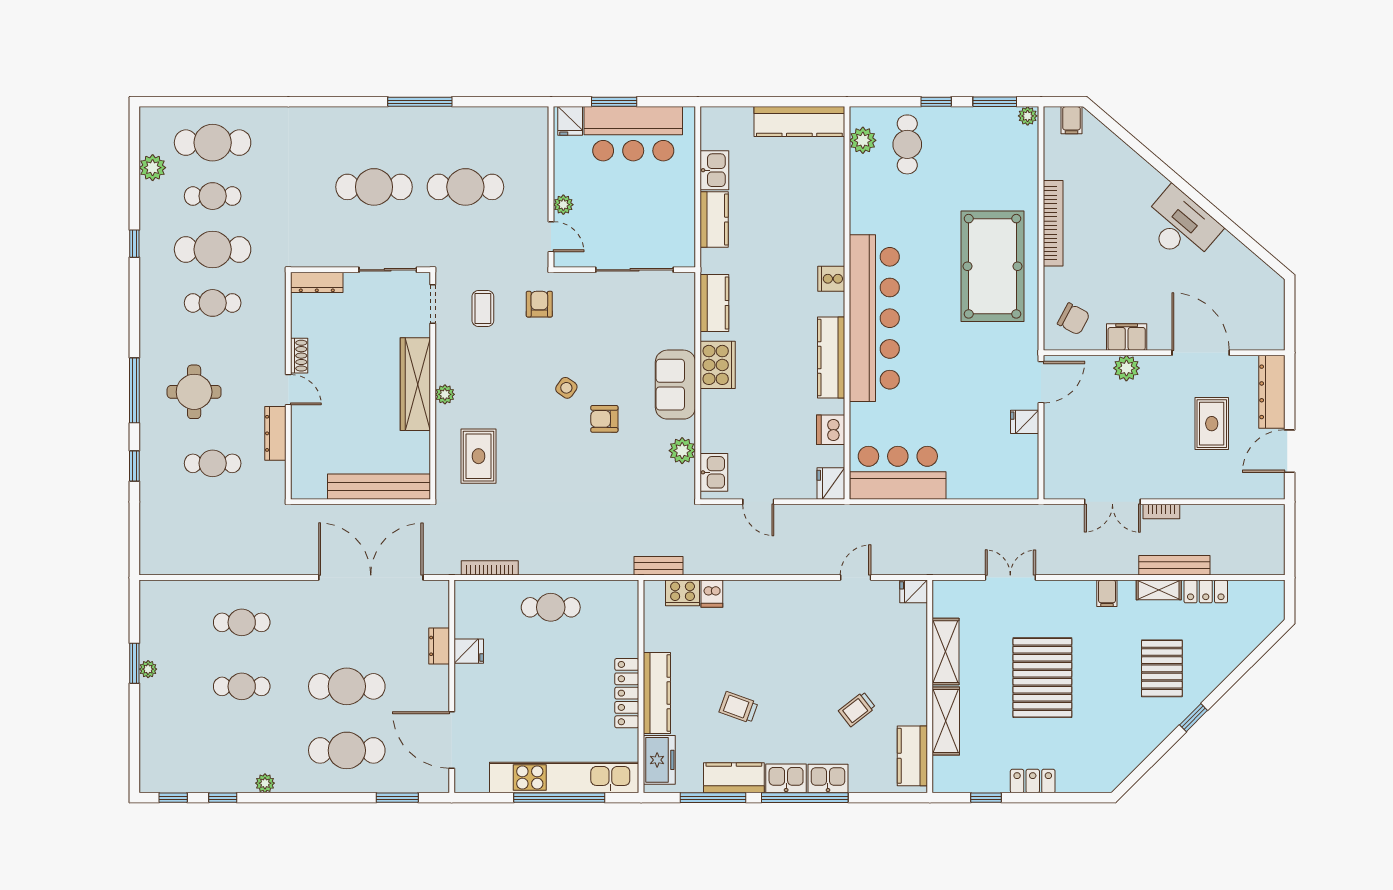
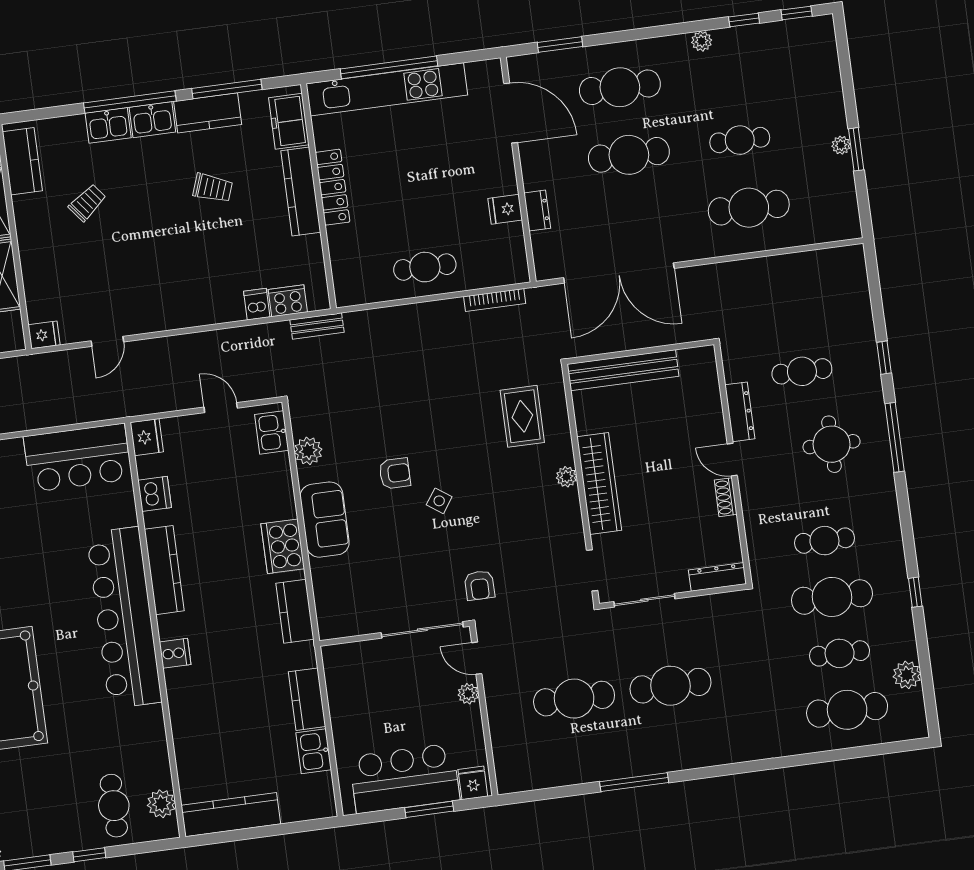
sliding door: (634, 270) -> (422, 630), moved
coffee table: (483, 309) -> (538, 573), removed
cafe table: (242, 622) -> (749, 208), width x1.37, depth x1.35

